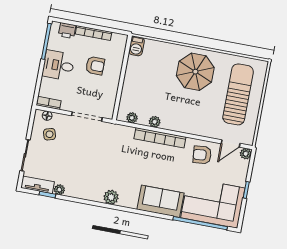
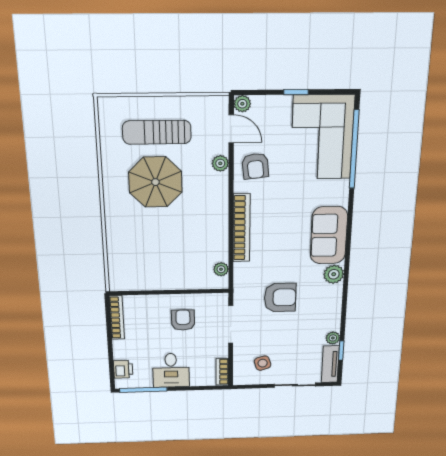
bookcase: (94, 33) -> (117, 318), moved
barbecue: (137, 46) -> (122, 283), removed
armchair: (95, 66) -> (183, 320), moved
parasol: (195, 72) -> (155, 182), moved
sun lounger: (238, 94) -> (157, 132), width x0.73, depth x0.75
floor lamp: (47, 116) -> (239, 370), removed
plant: (155, 122) -> (220, 163), moved
armchair: (101, 156) -> (280, 297), added
sofa: (161, 201) -> (329, 235), moved

